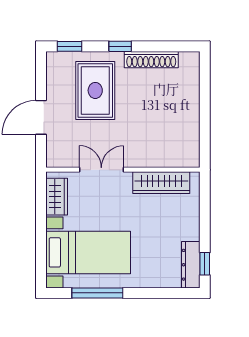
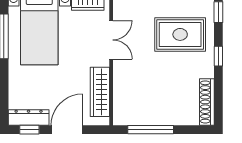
shoe rack: (151, 60) -> (207, 102), moved
window: (205, 124) -> (151, 130), added
door: (205, 221) -> (67, 130), added

